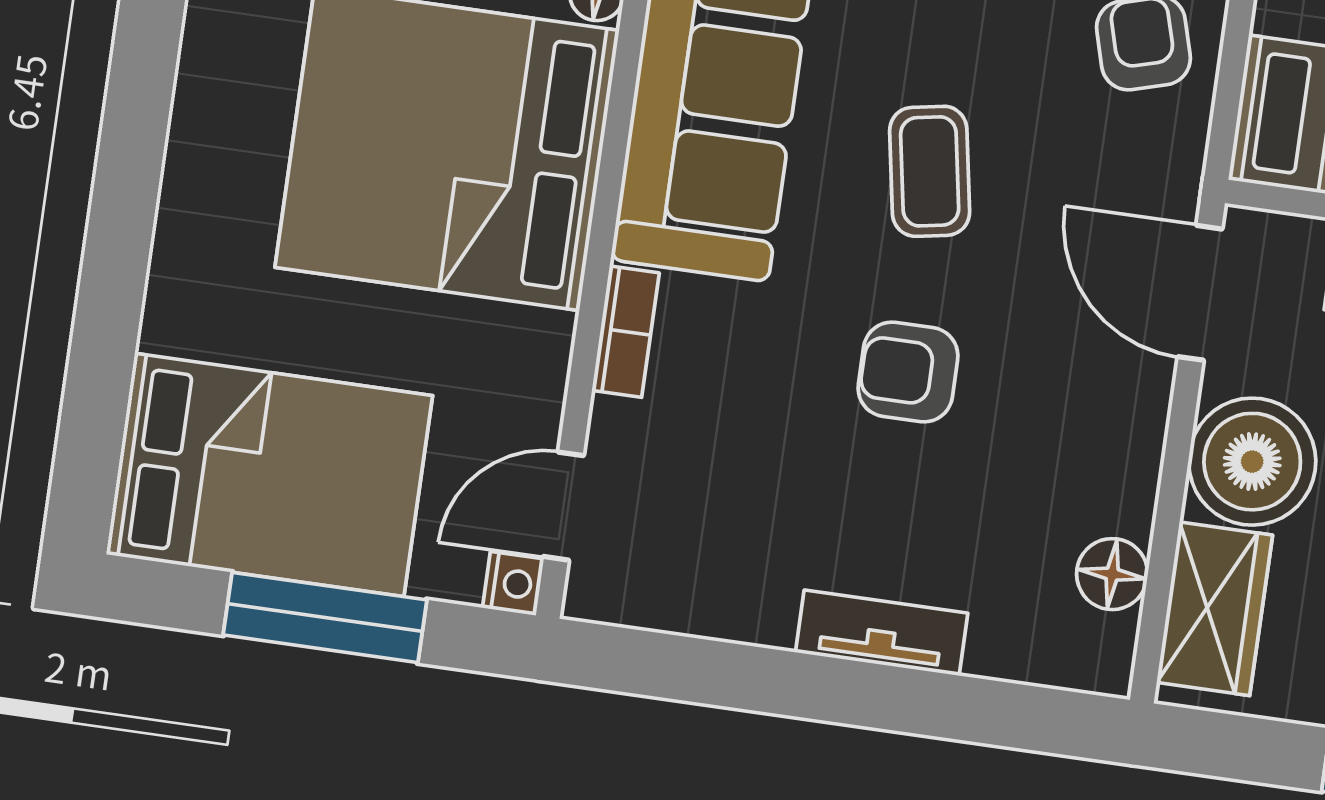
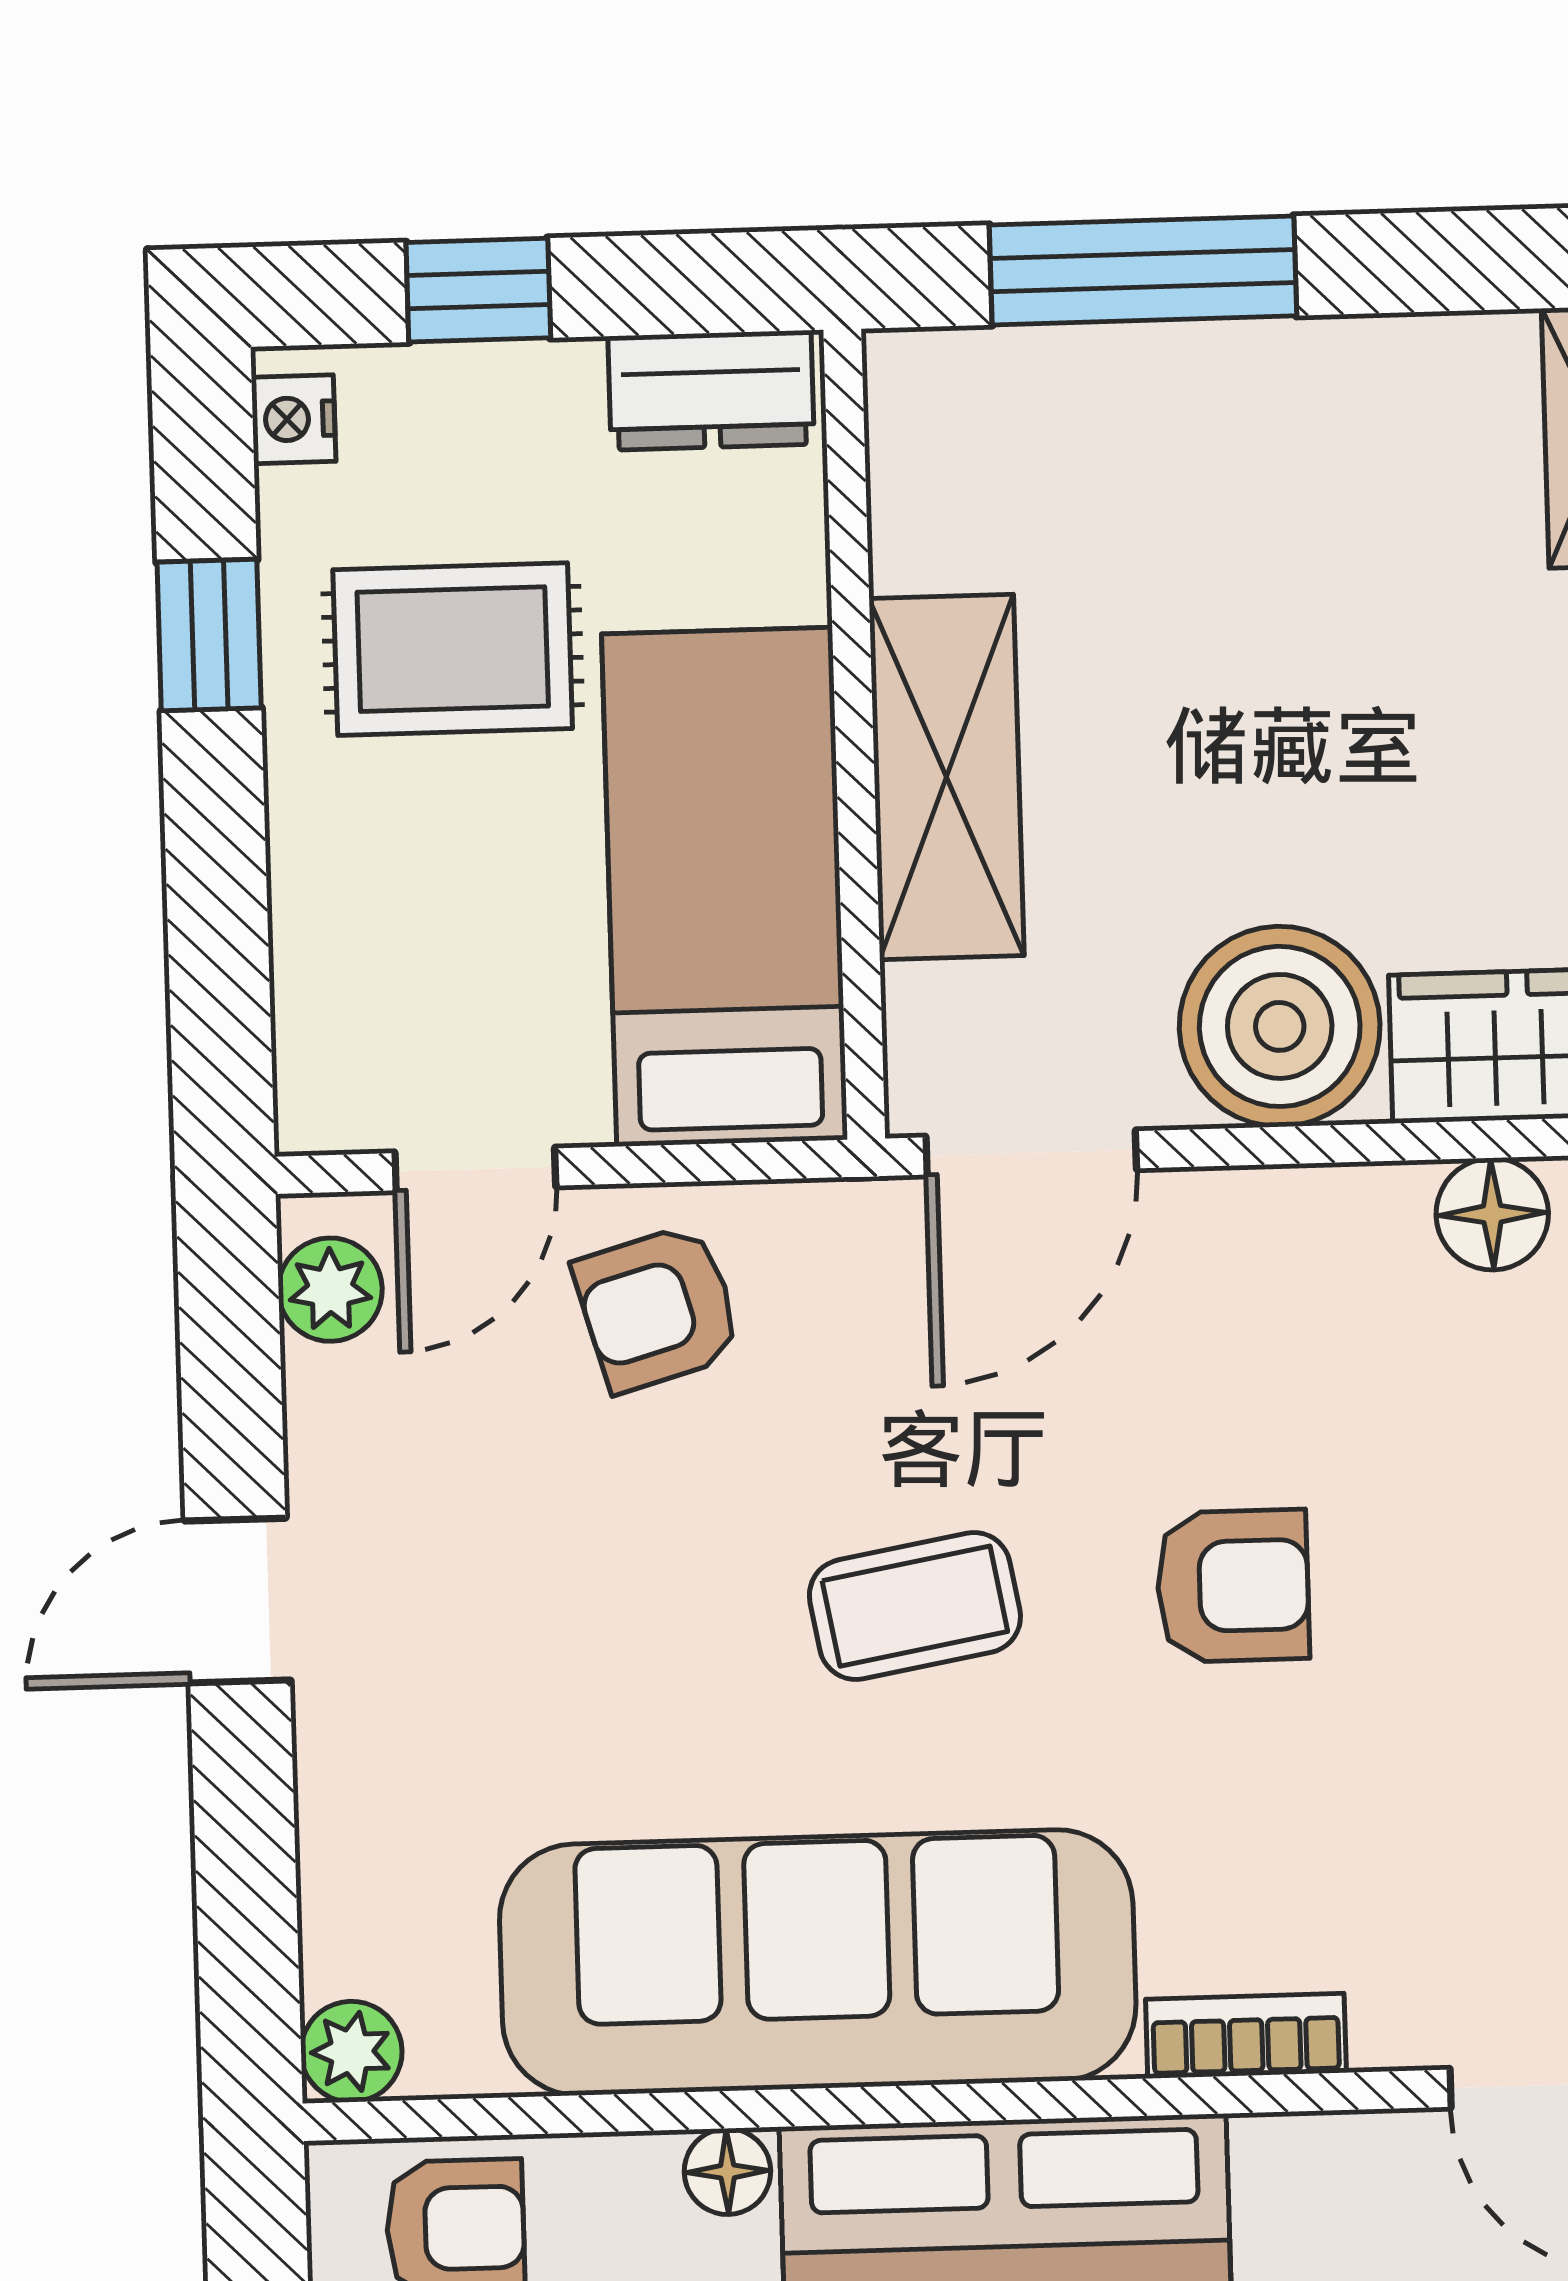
armchair: (908, 372) -> (1233, 1586), turned -90

